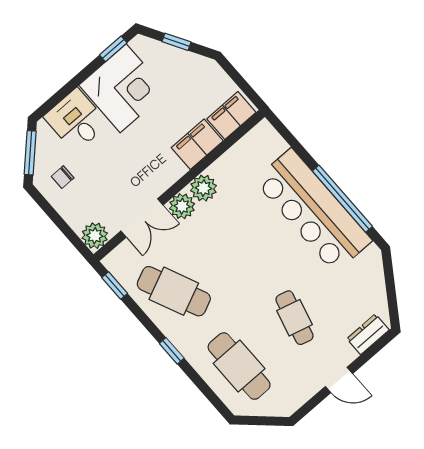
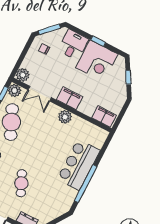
window: (113, 49) -> (98, 41), moved
filing cabinet: (197, 144) -> (70, 98), moved
plant: (182, 206) -> (14, 91), moved
bar counter: (313, 211) -> (79, 165), width x0.73
cafe table: (294, 318) -> (21, 183), turned -39

